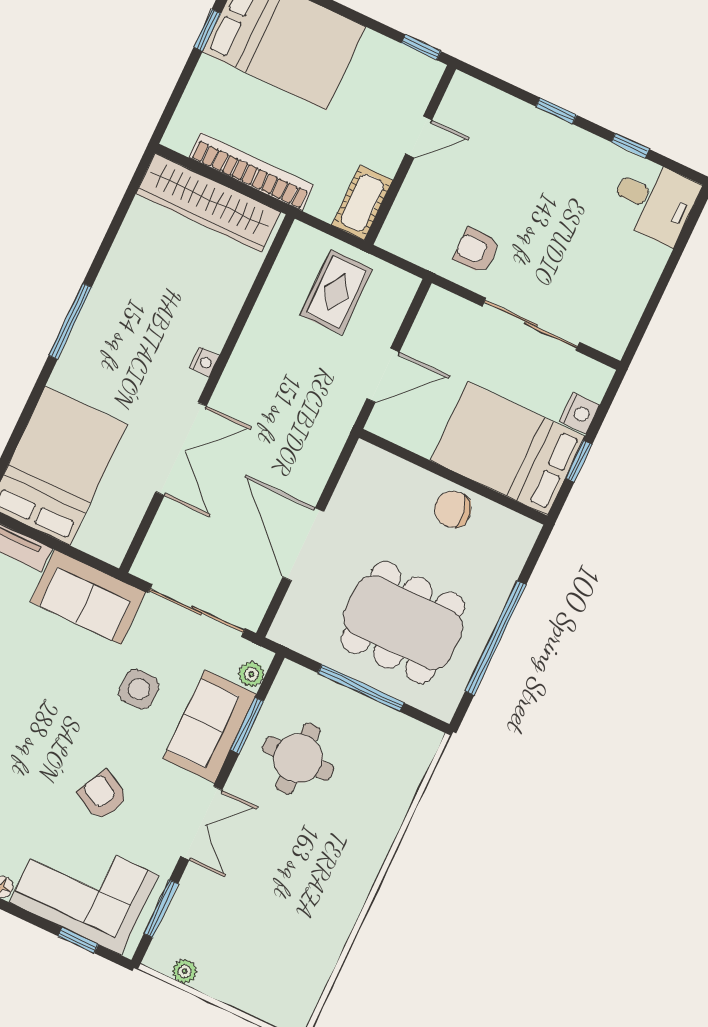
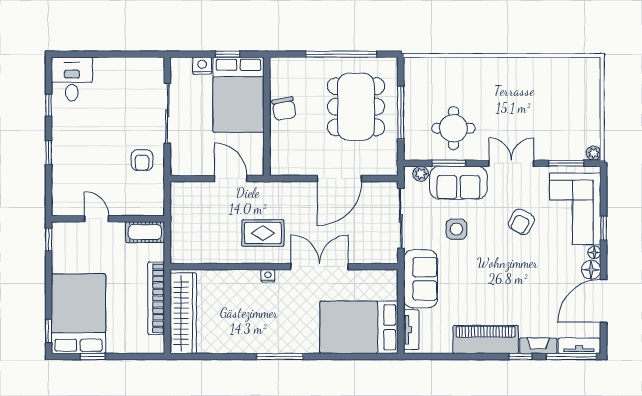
rug: (336, 292) -> (263, 233), moved
window: (78, 940) -> (604, 228), moved
plant: (185, 971) -> (594, 153), moved

